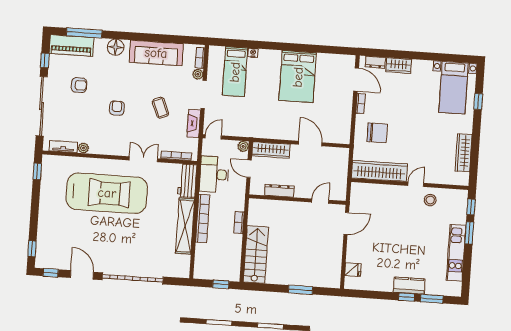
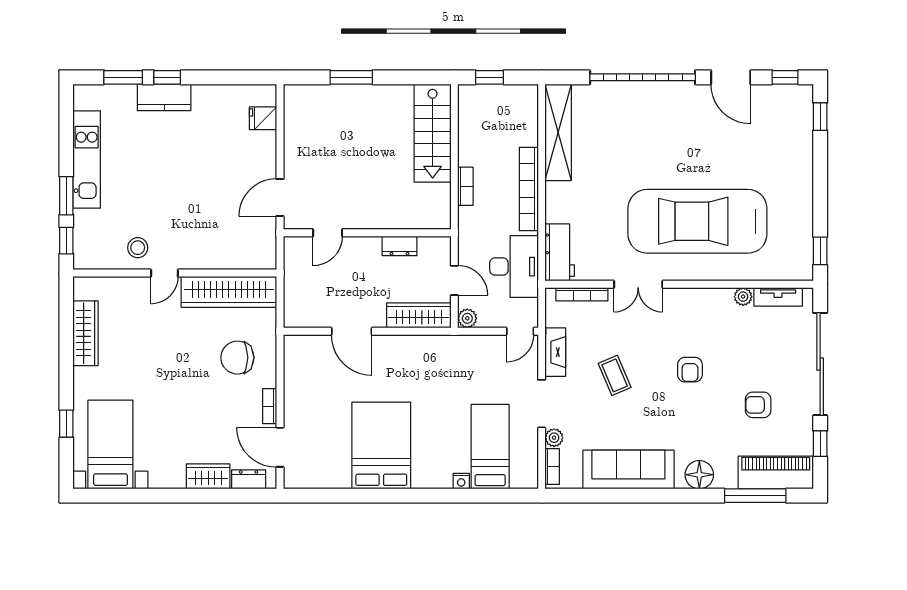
dresser: (279, 191) -> (400, 246), width x0.70
shelving: (185, 226) -> (558, 132), moved

